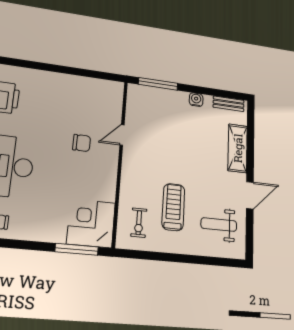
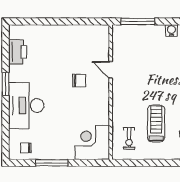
door: (122, 135) -> (111, 70), hinge flipped
window: (77, 249) -> (52, 163), moved

